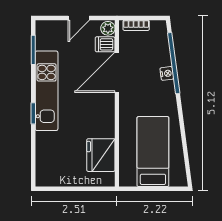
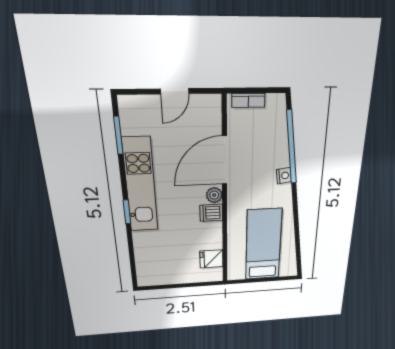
plant: (108, 28) -> (214, 195), moved
dishwasher: (105, 44) -> (211, 213), moved
nightstand: (167, 73) -> (284, 176), moved
fridge: (101, 155) -> (211, 259), width x0.53, depth x0.75

